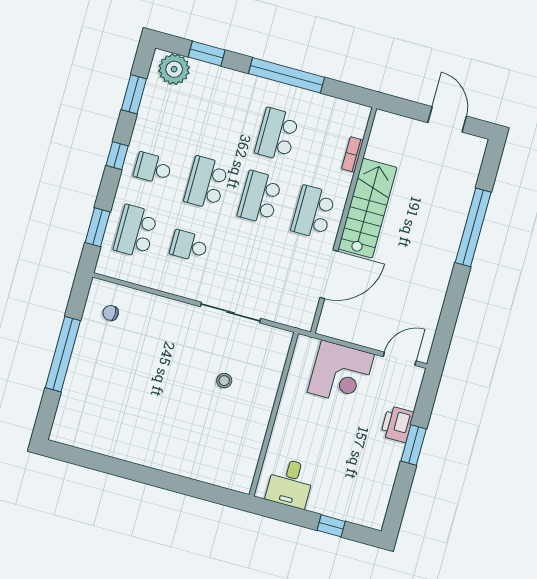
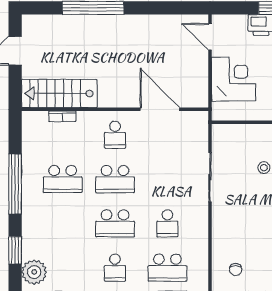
stairs: (367, 208) -> (59, 94), moved
school desk: (313, 212) -> (115, 135), width x0.54

